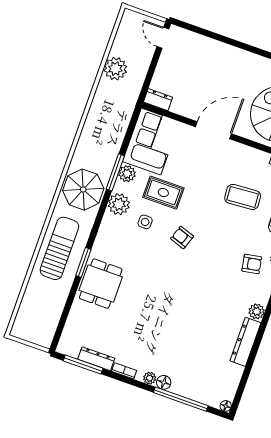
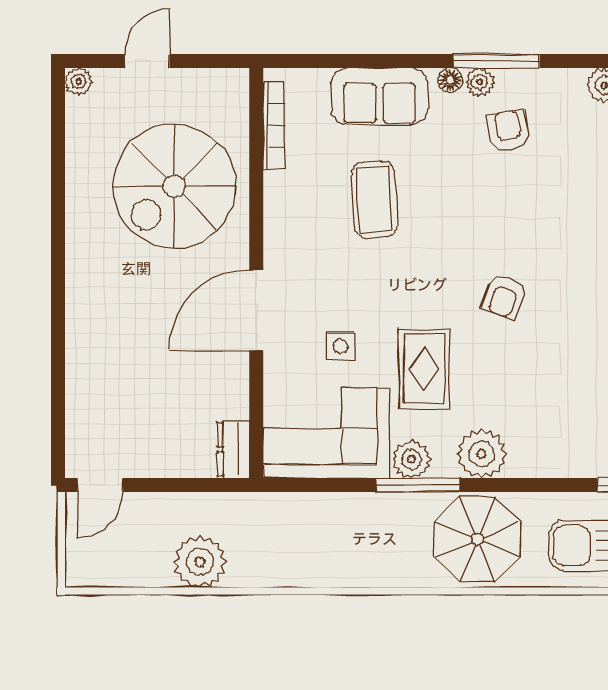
door: (214, 130) -> (256, 310), hinge flipped
side table: (145, 222) -> (341, 346), moved

